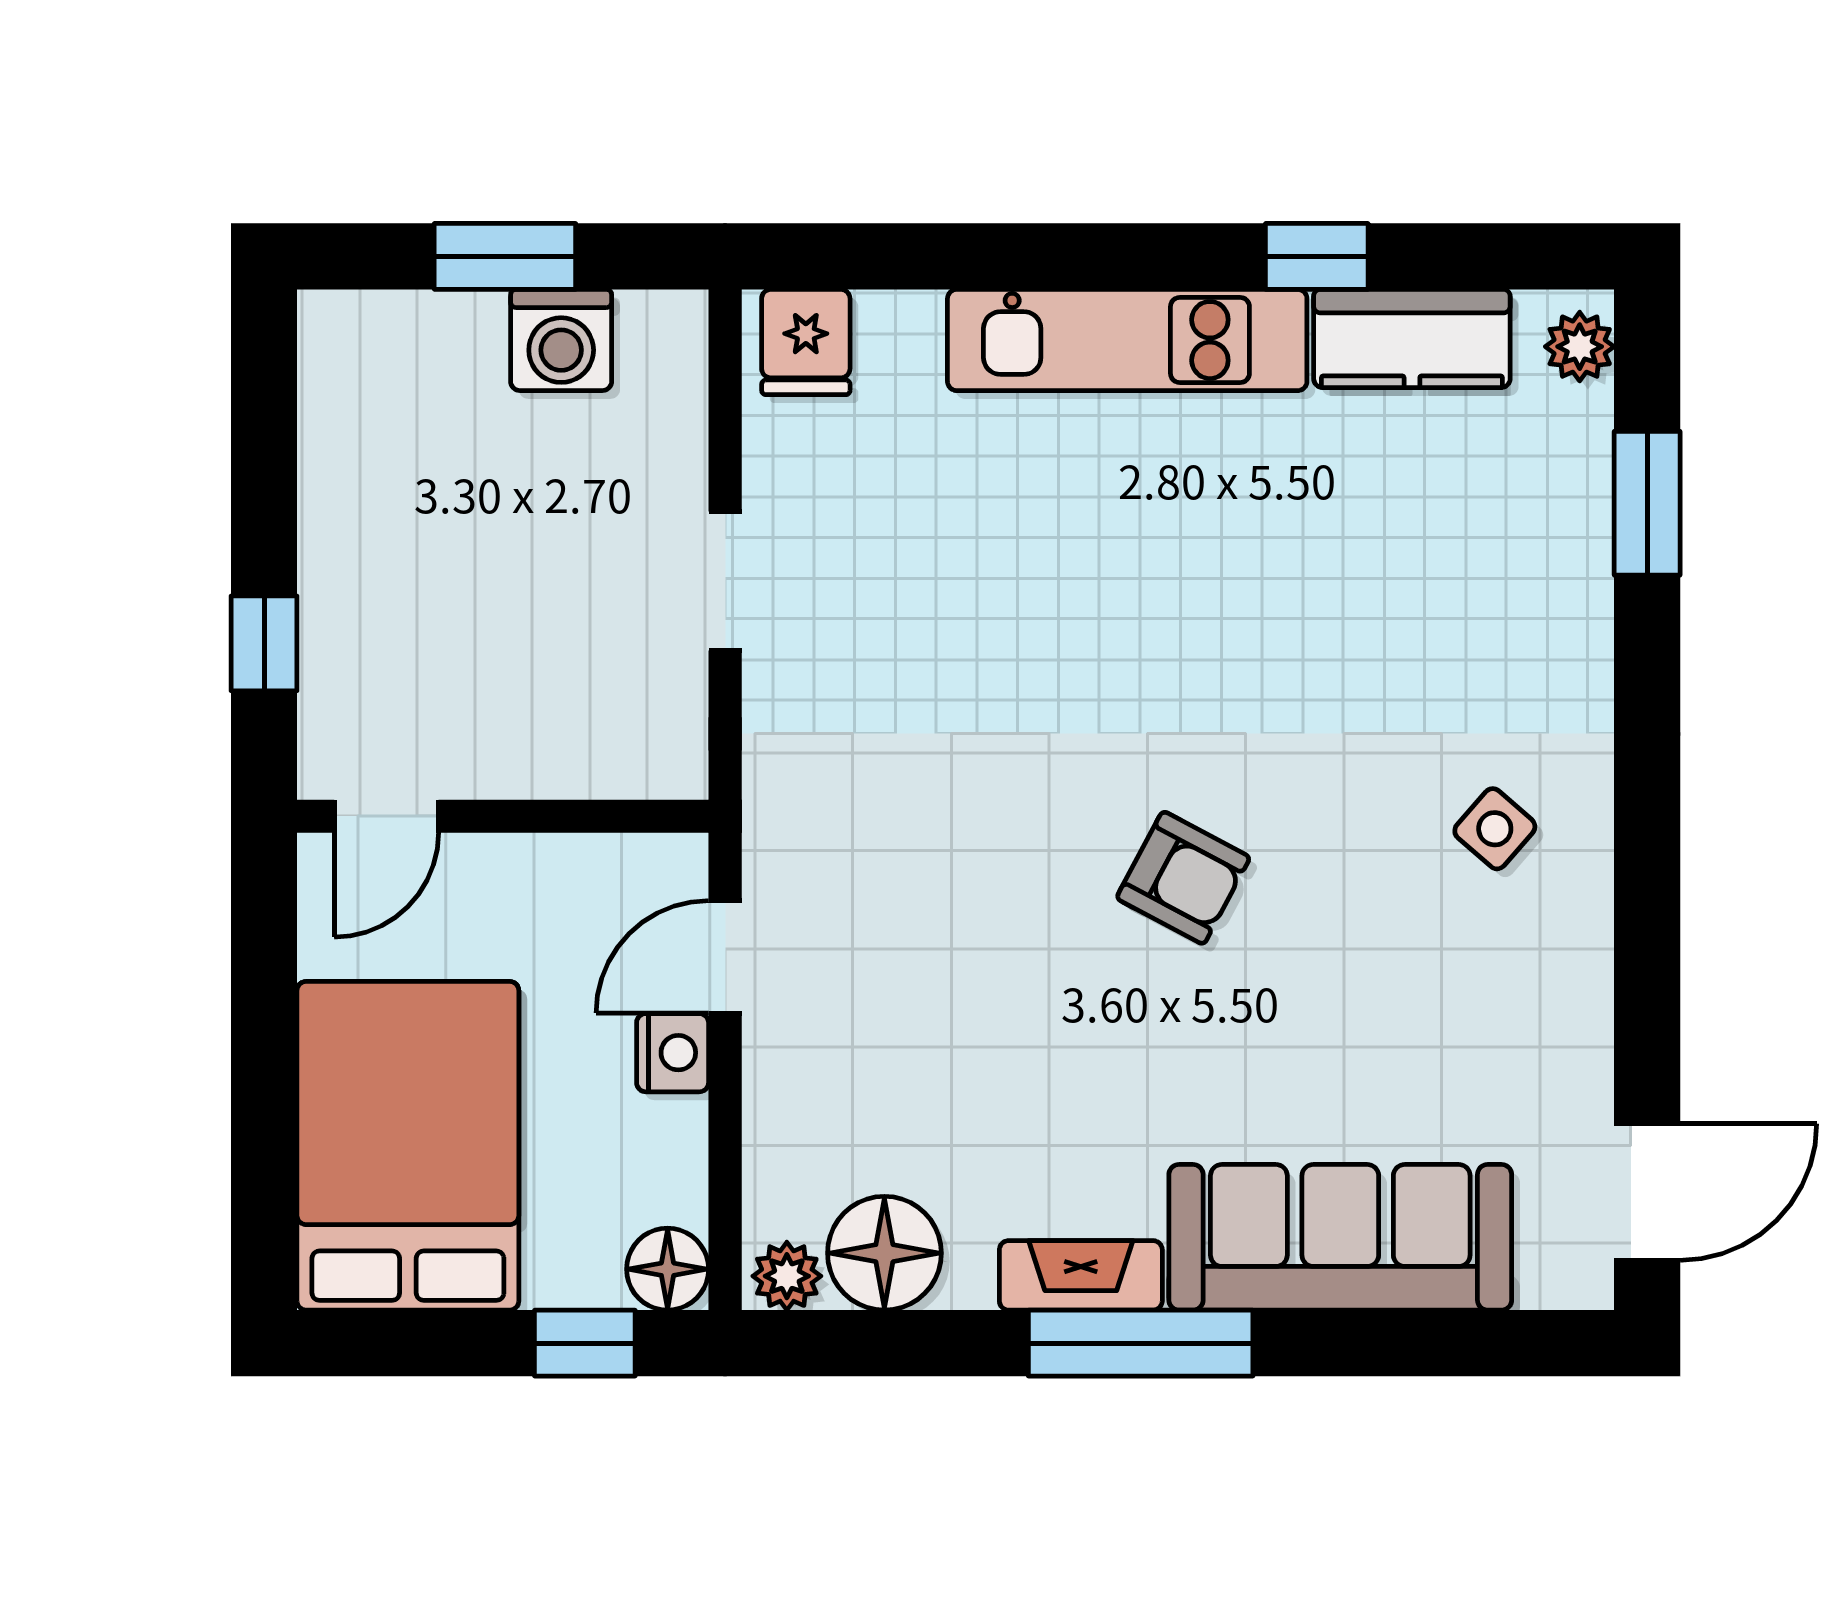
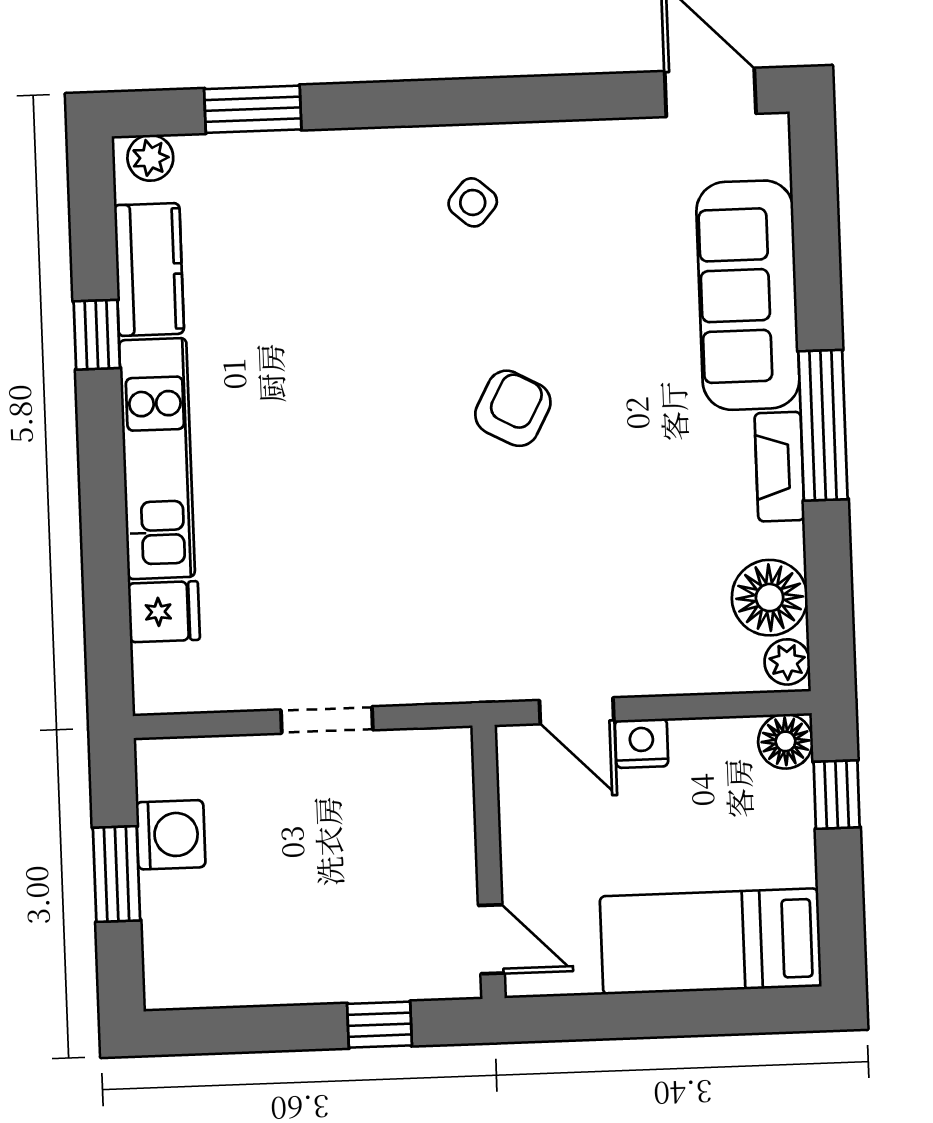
fridge: (806, 342) -> (164, 612), moved
bed: (408, 1146) -> (711, 941), width x0.67

